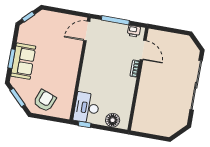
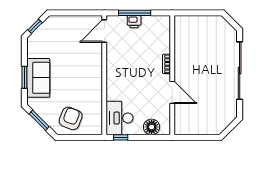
printer: (134, 31) -> (134, 22), moved
door: (143, 50) -> (172, 92), moved

